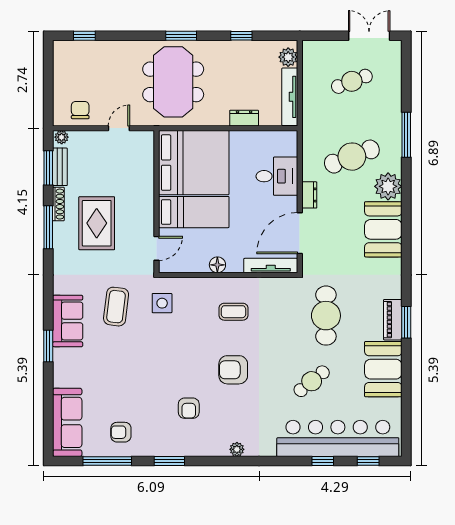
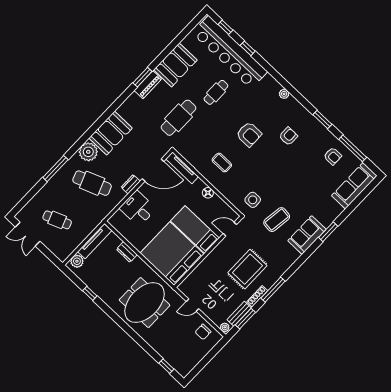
window: (181, 36) -> (119, 321), removed
cafe table: (312, 381) -> (216, 92), turned -51

